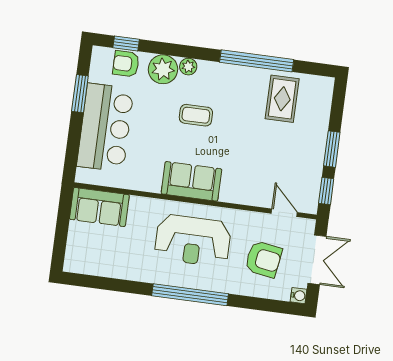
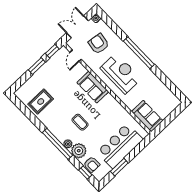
window: (257, 61) -> (58, 144), moved
sofa: (191, 181) -> (93, 87), moved

